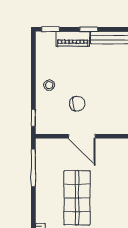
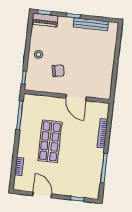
piano: (73, 39) -> (45, 20), moved
door: (82, 136) -> (76, 97), moved

